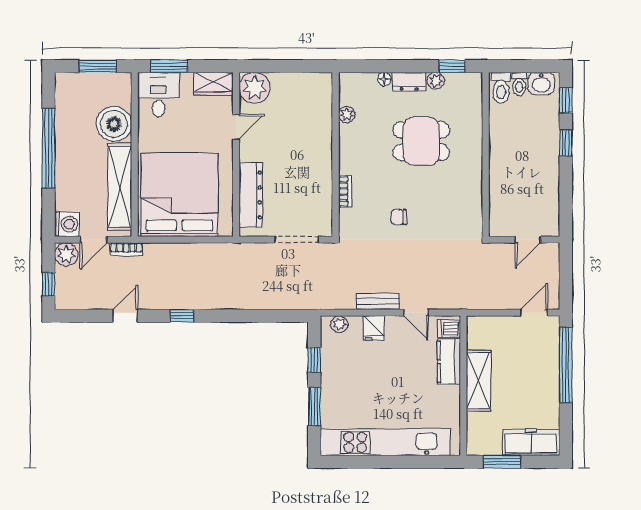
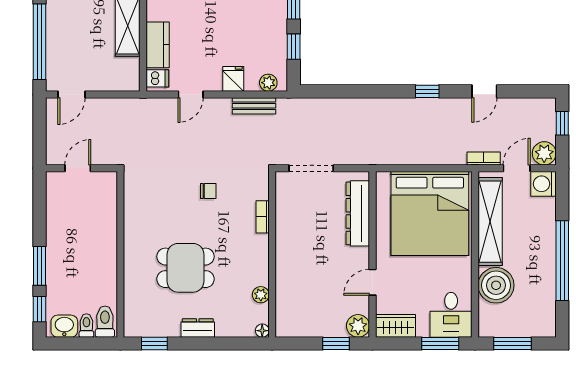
window: (272, 66) -> (336, 344), added
floor lamp: (384, 79) -> (262, 331), moved
plant: (436, 81) -> (171, 329), removed
plant: (255, 88) -> (358, 326), width x0.73, depth x0.73
window: (566, 143) -> (39, 266), width x1.50
bench: (378, 301) -> (254, 106), moved
door: (416, 313) -> (191, 94), swing flipped

